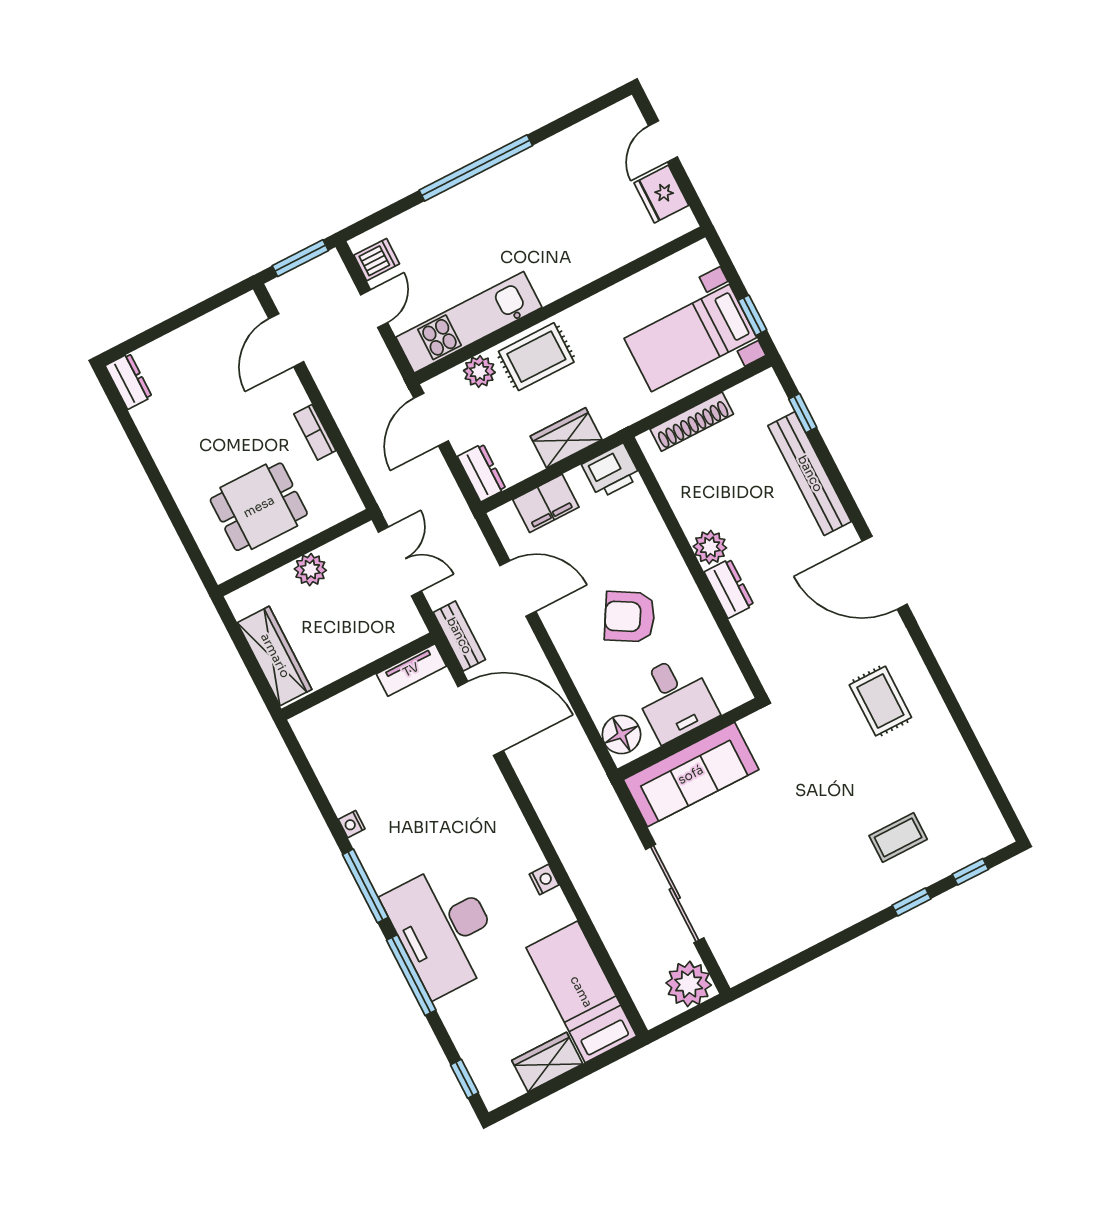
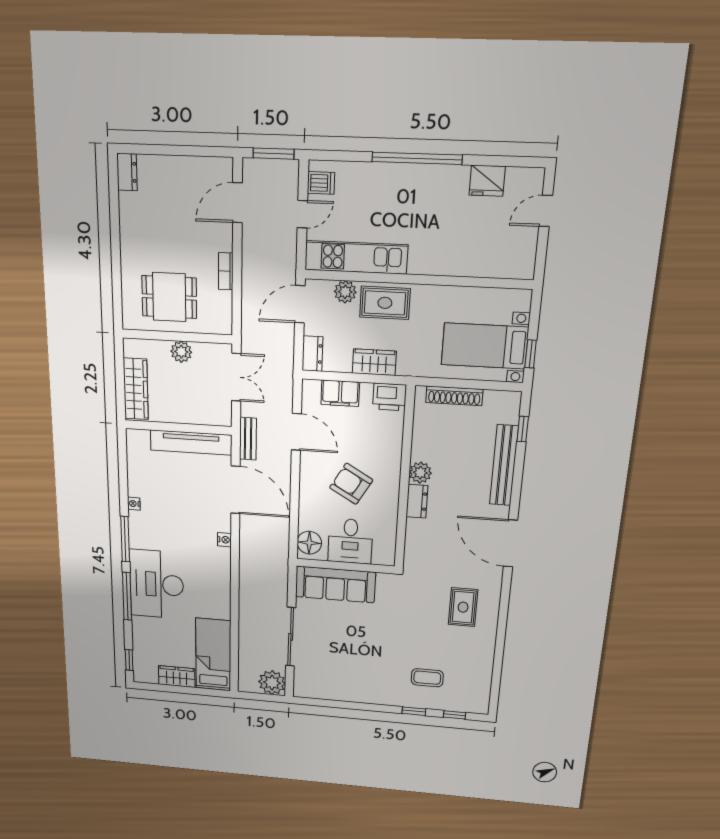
fridge: (661, 194) -> (487, 181), moved, turned -90
tv unit: (411, 670) -> (191, 443), width x1.92, depth x1.29
nightstand: (544, 880) -> (224, 540), moved

